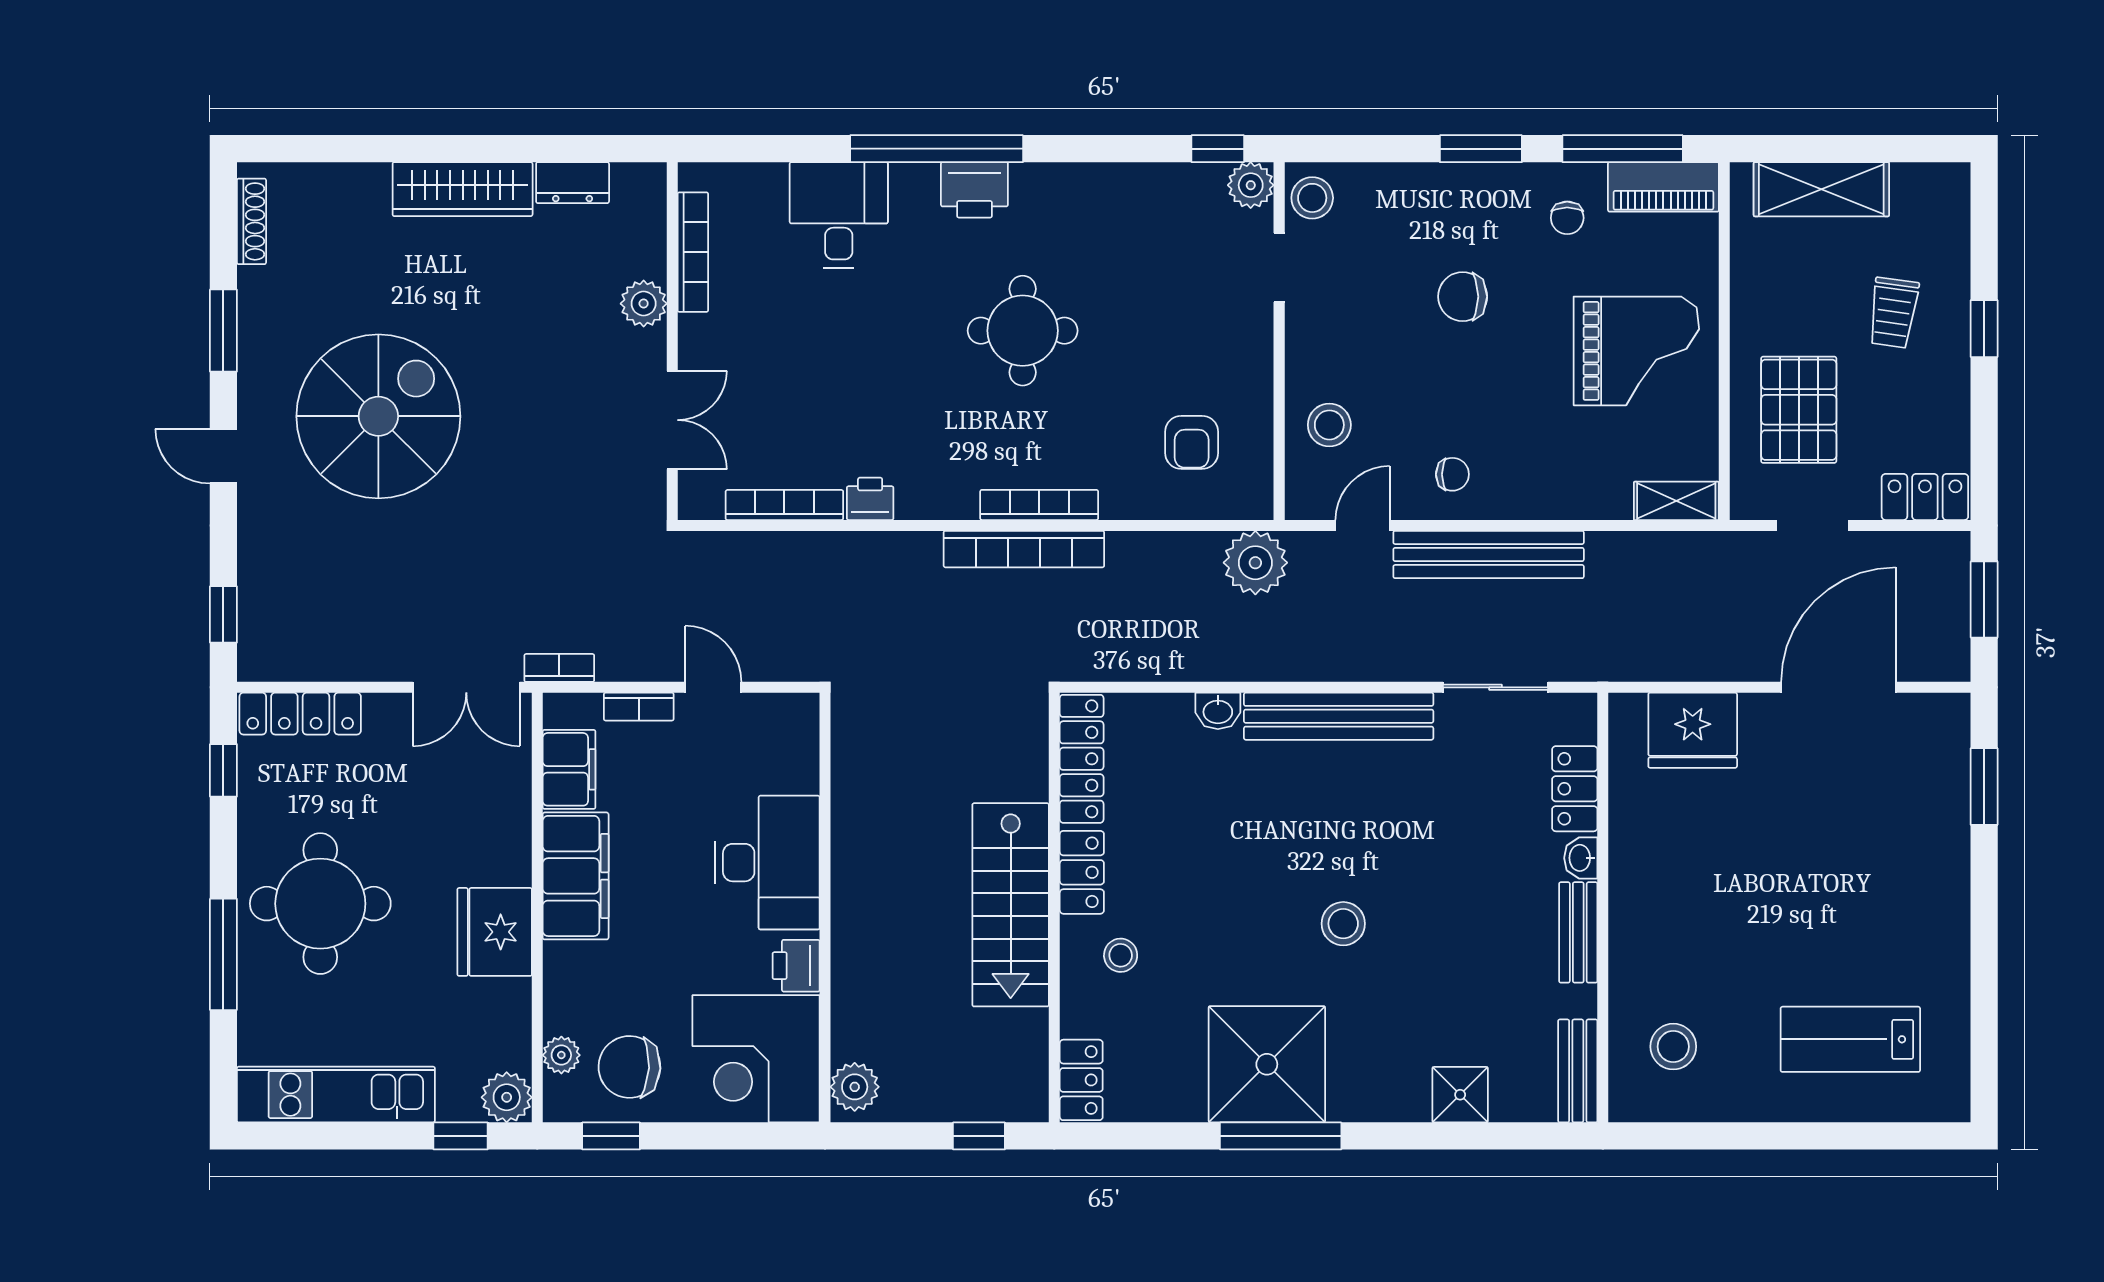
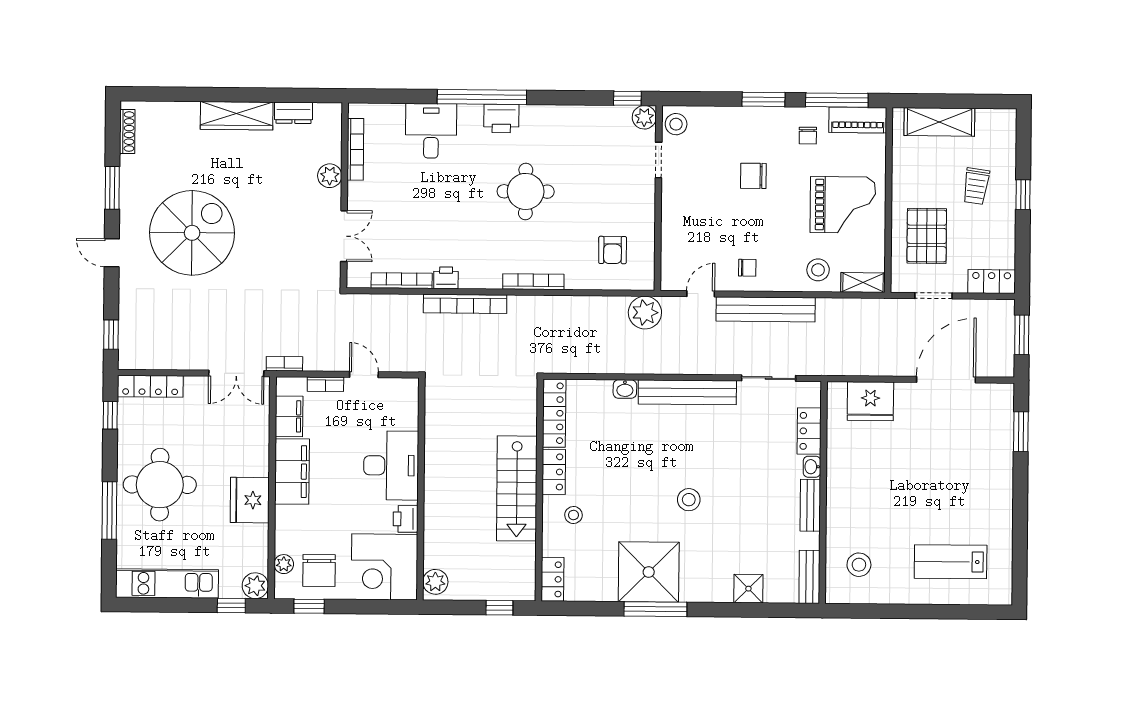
stool: (1329, 425) -> (818, 270), moved
bookcase: (1024, 549) -> (465, 304), moved
chair: (629, 1067) -> (319, 571), turned -93

